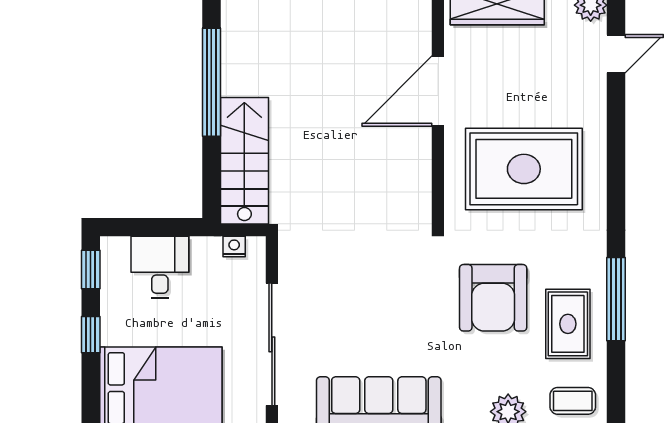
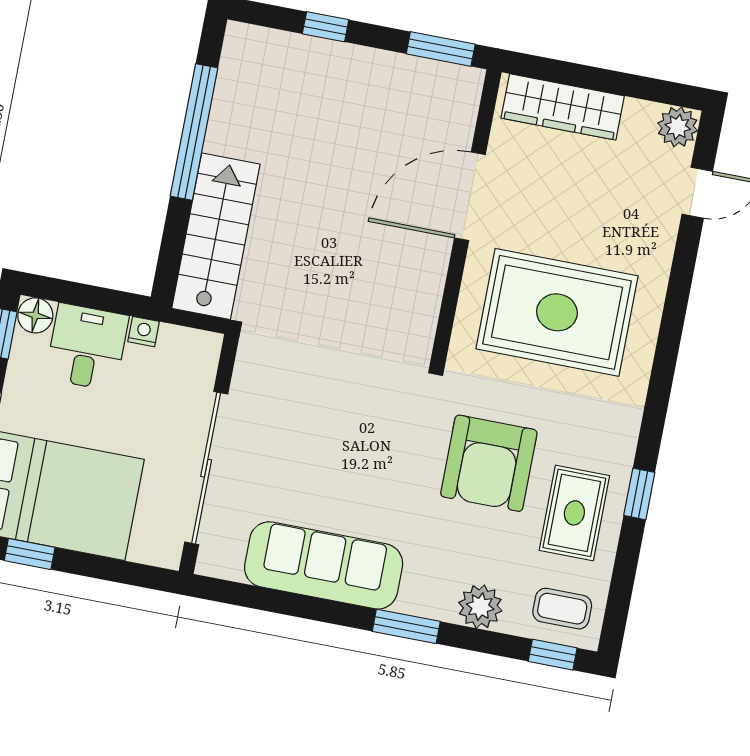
nightstand: (234, 247) -> (144, 332), moved
floor lamp: (115, 250) -> (35, 315), added
window: (616, 299) -> (639, 494), width x0.46

